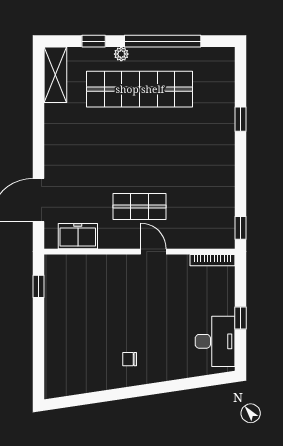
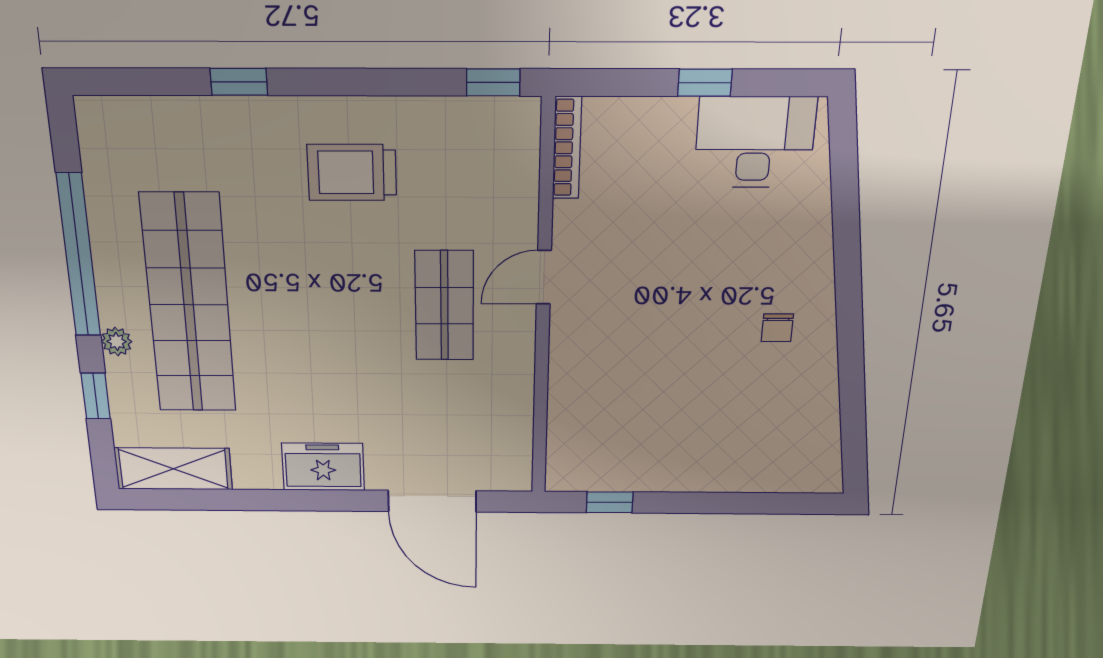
trolley: (201, 166) -> (352, 172), added
freezer: (78, 236) -> (323, 467), moved, turned 90

